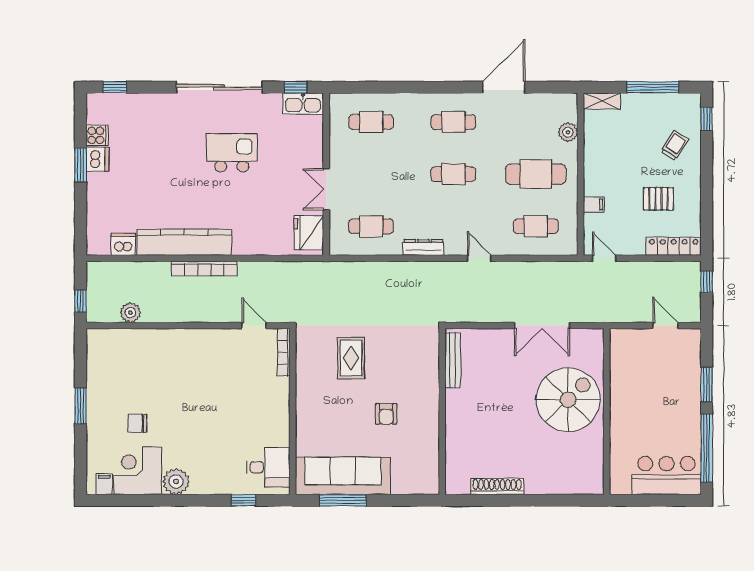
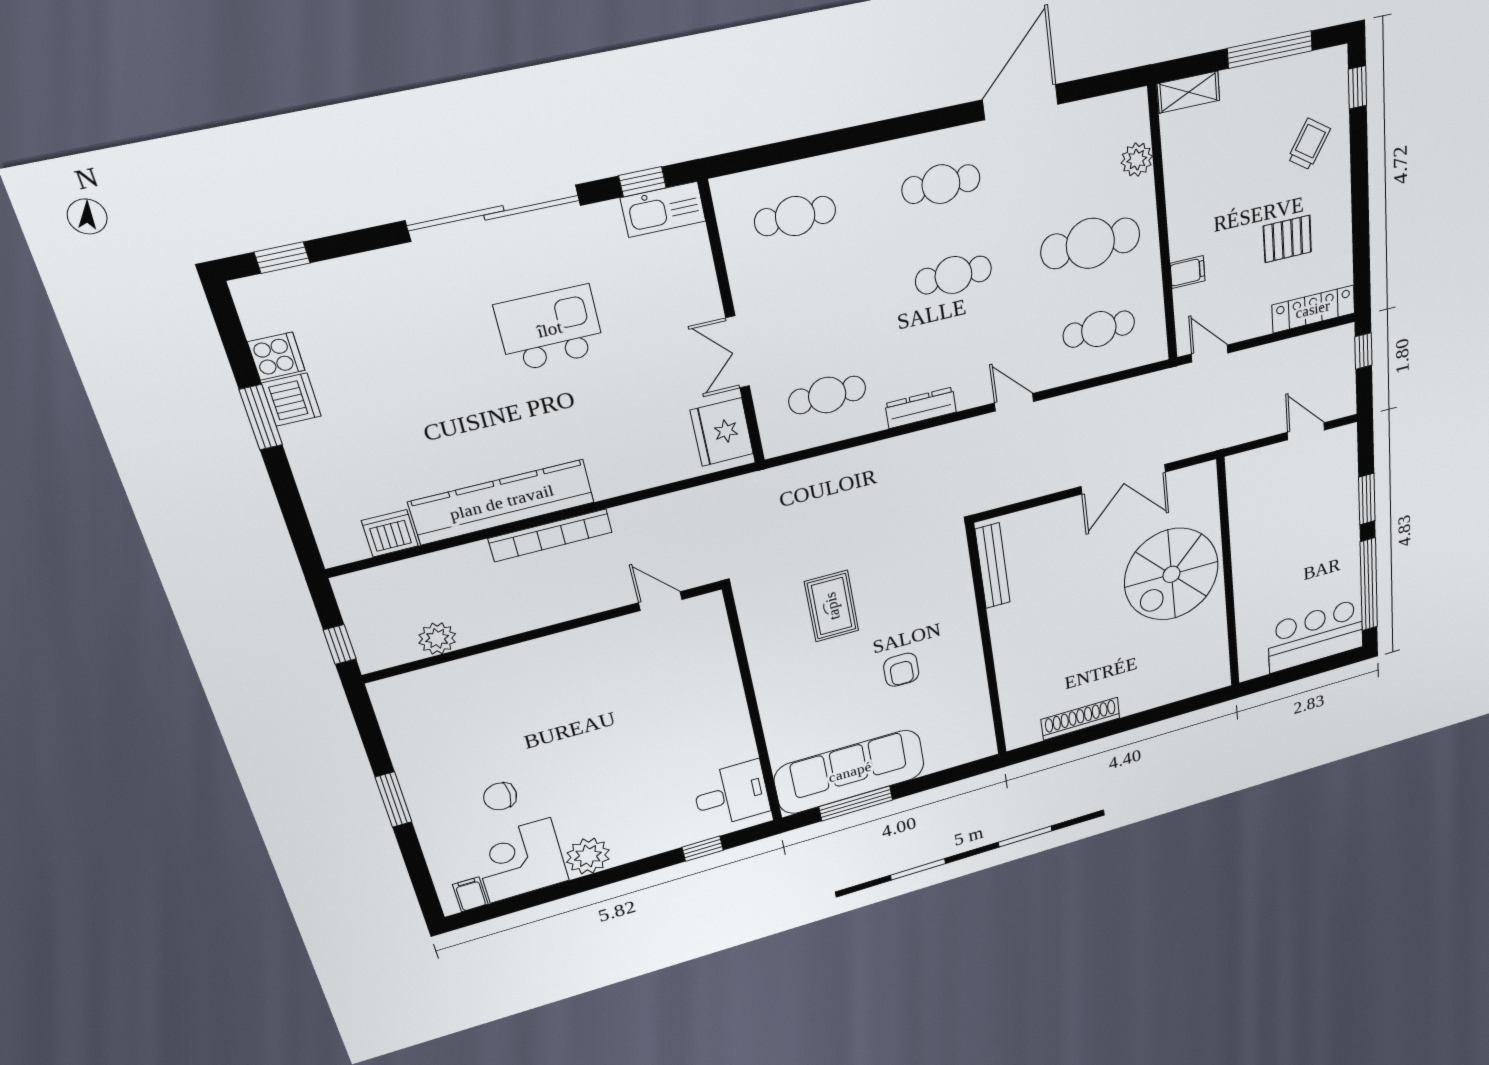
bookcase: (284, 352) -> (719, 628), removed
spiral stairs: (568, 400) -> (1171, 574), turned 180

